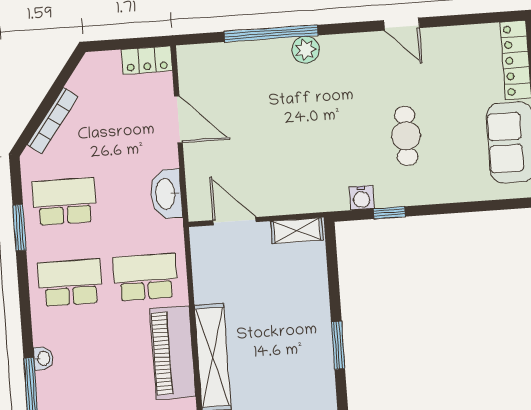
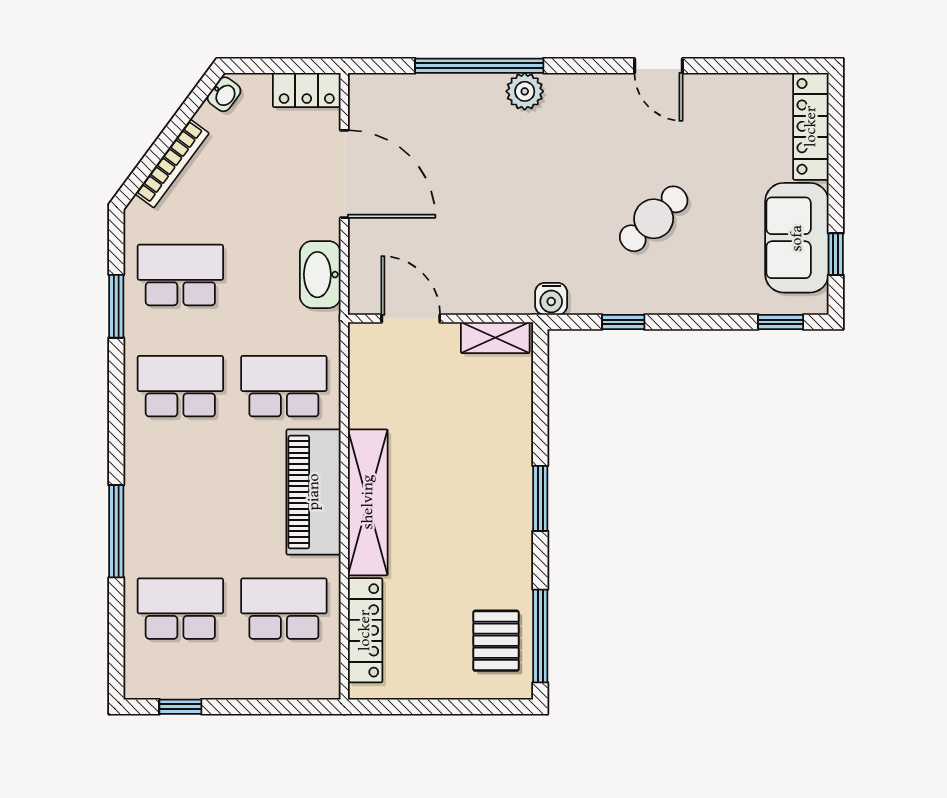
door: (178, 119) -> (344, 174), width x1.36
cafe table: (406, 136) -> (654, 219), turned 47
water cooler: (362, 198) -> (551, 299), moved
window: (504, 204) -> (781, 322), added
washbasin: (43, 358) -> (224, 94), moved, turned 36

